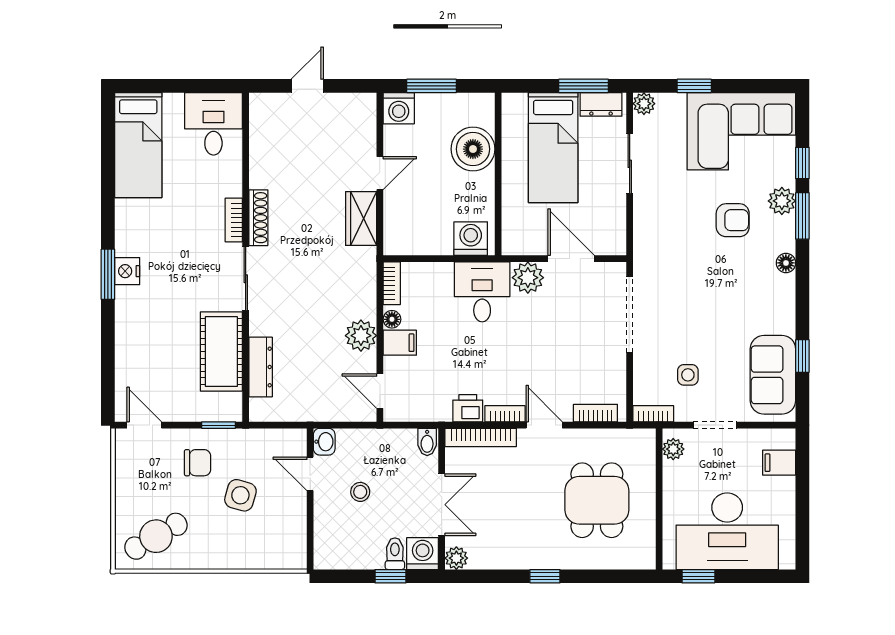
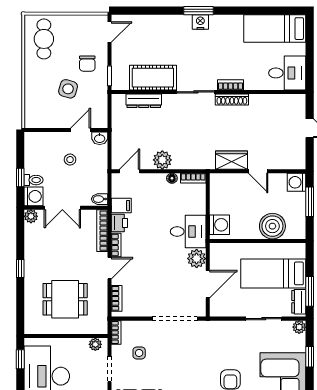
filing cabinet: (400, 343) -> (121, 206), moved, turned -90
cafe table: (156, 536) -> (44, 39), turned 30

